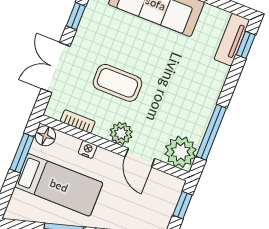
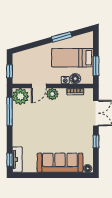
coffee table: (117, 83) -> (64, 117), removed
floor lamp: (45, 136) -> (75, 79), moved
door: (140, 158) -> (39, 86), swing flipped

